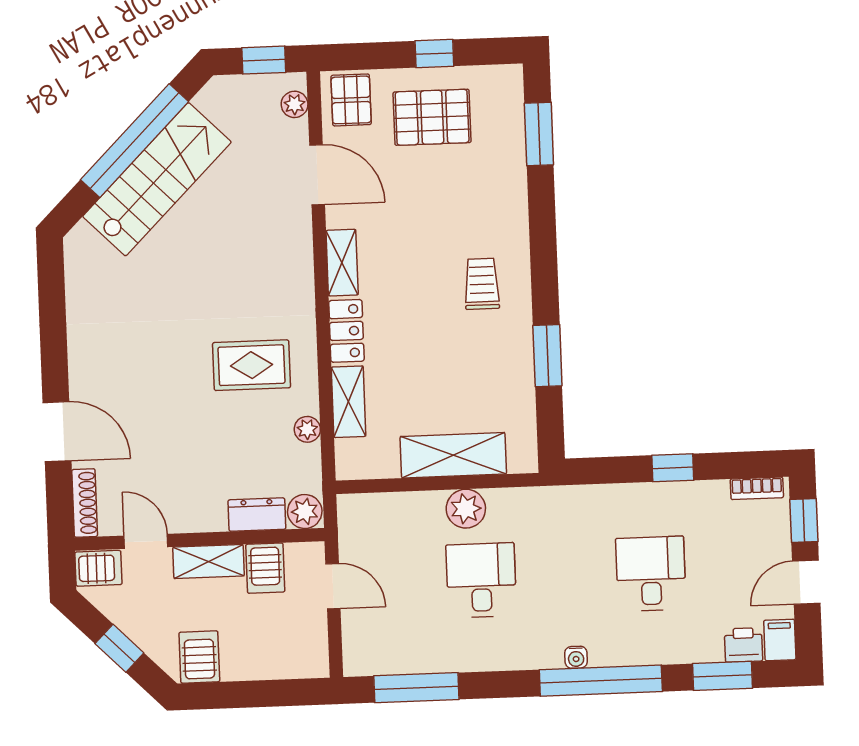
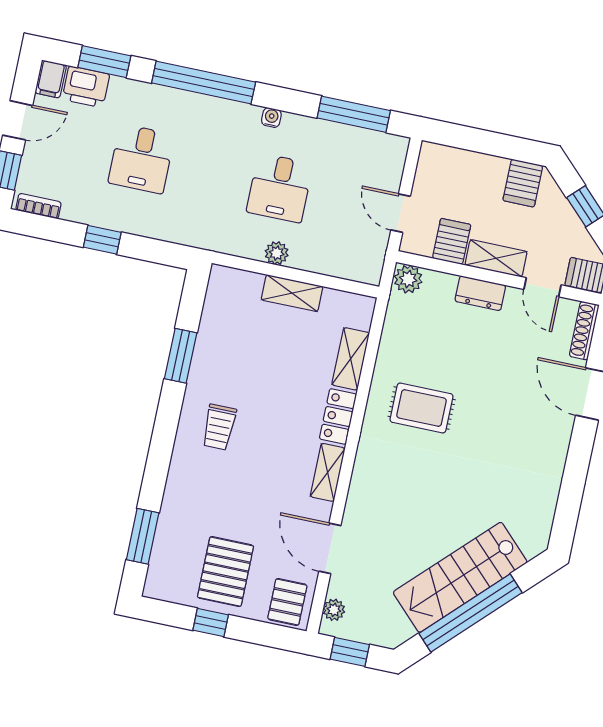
pallet: (432, 117) -> (225, 572), turned 90
plant: (307, 429) -> (389, 345), removed
shelving: (453, 455) -> (292, 293), width x0.67, depth x0.75
plant: (466, 509) -> (277, 253), width x0.73, depth x0.73
dresser: (257, 515) -> (480, 293), moved
printer: (744, 645) -> (86, 87), width x1.36, depth x1.24
water cooler: (576, 657) -> (271, 118), moved

